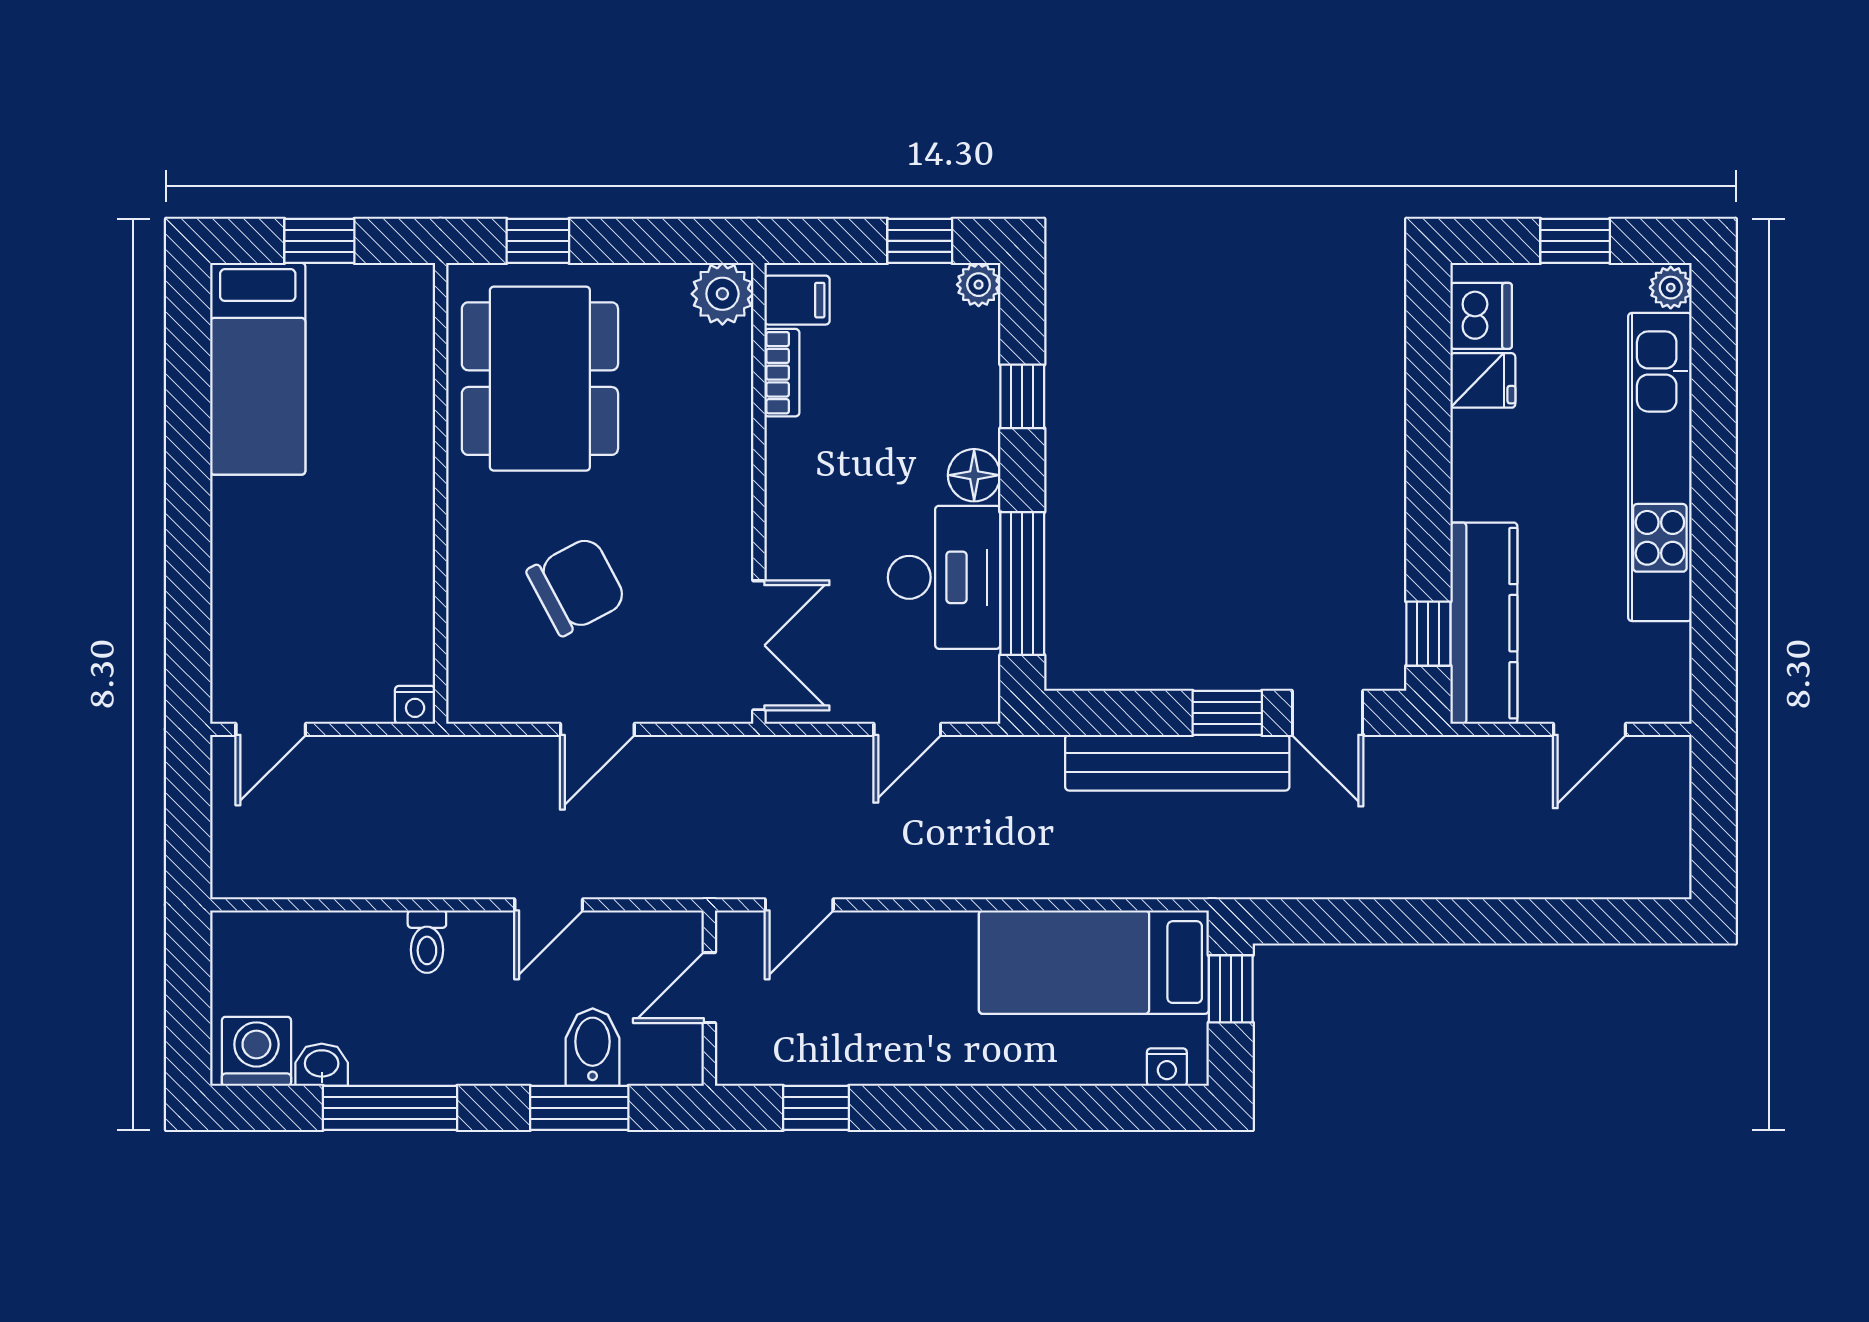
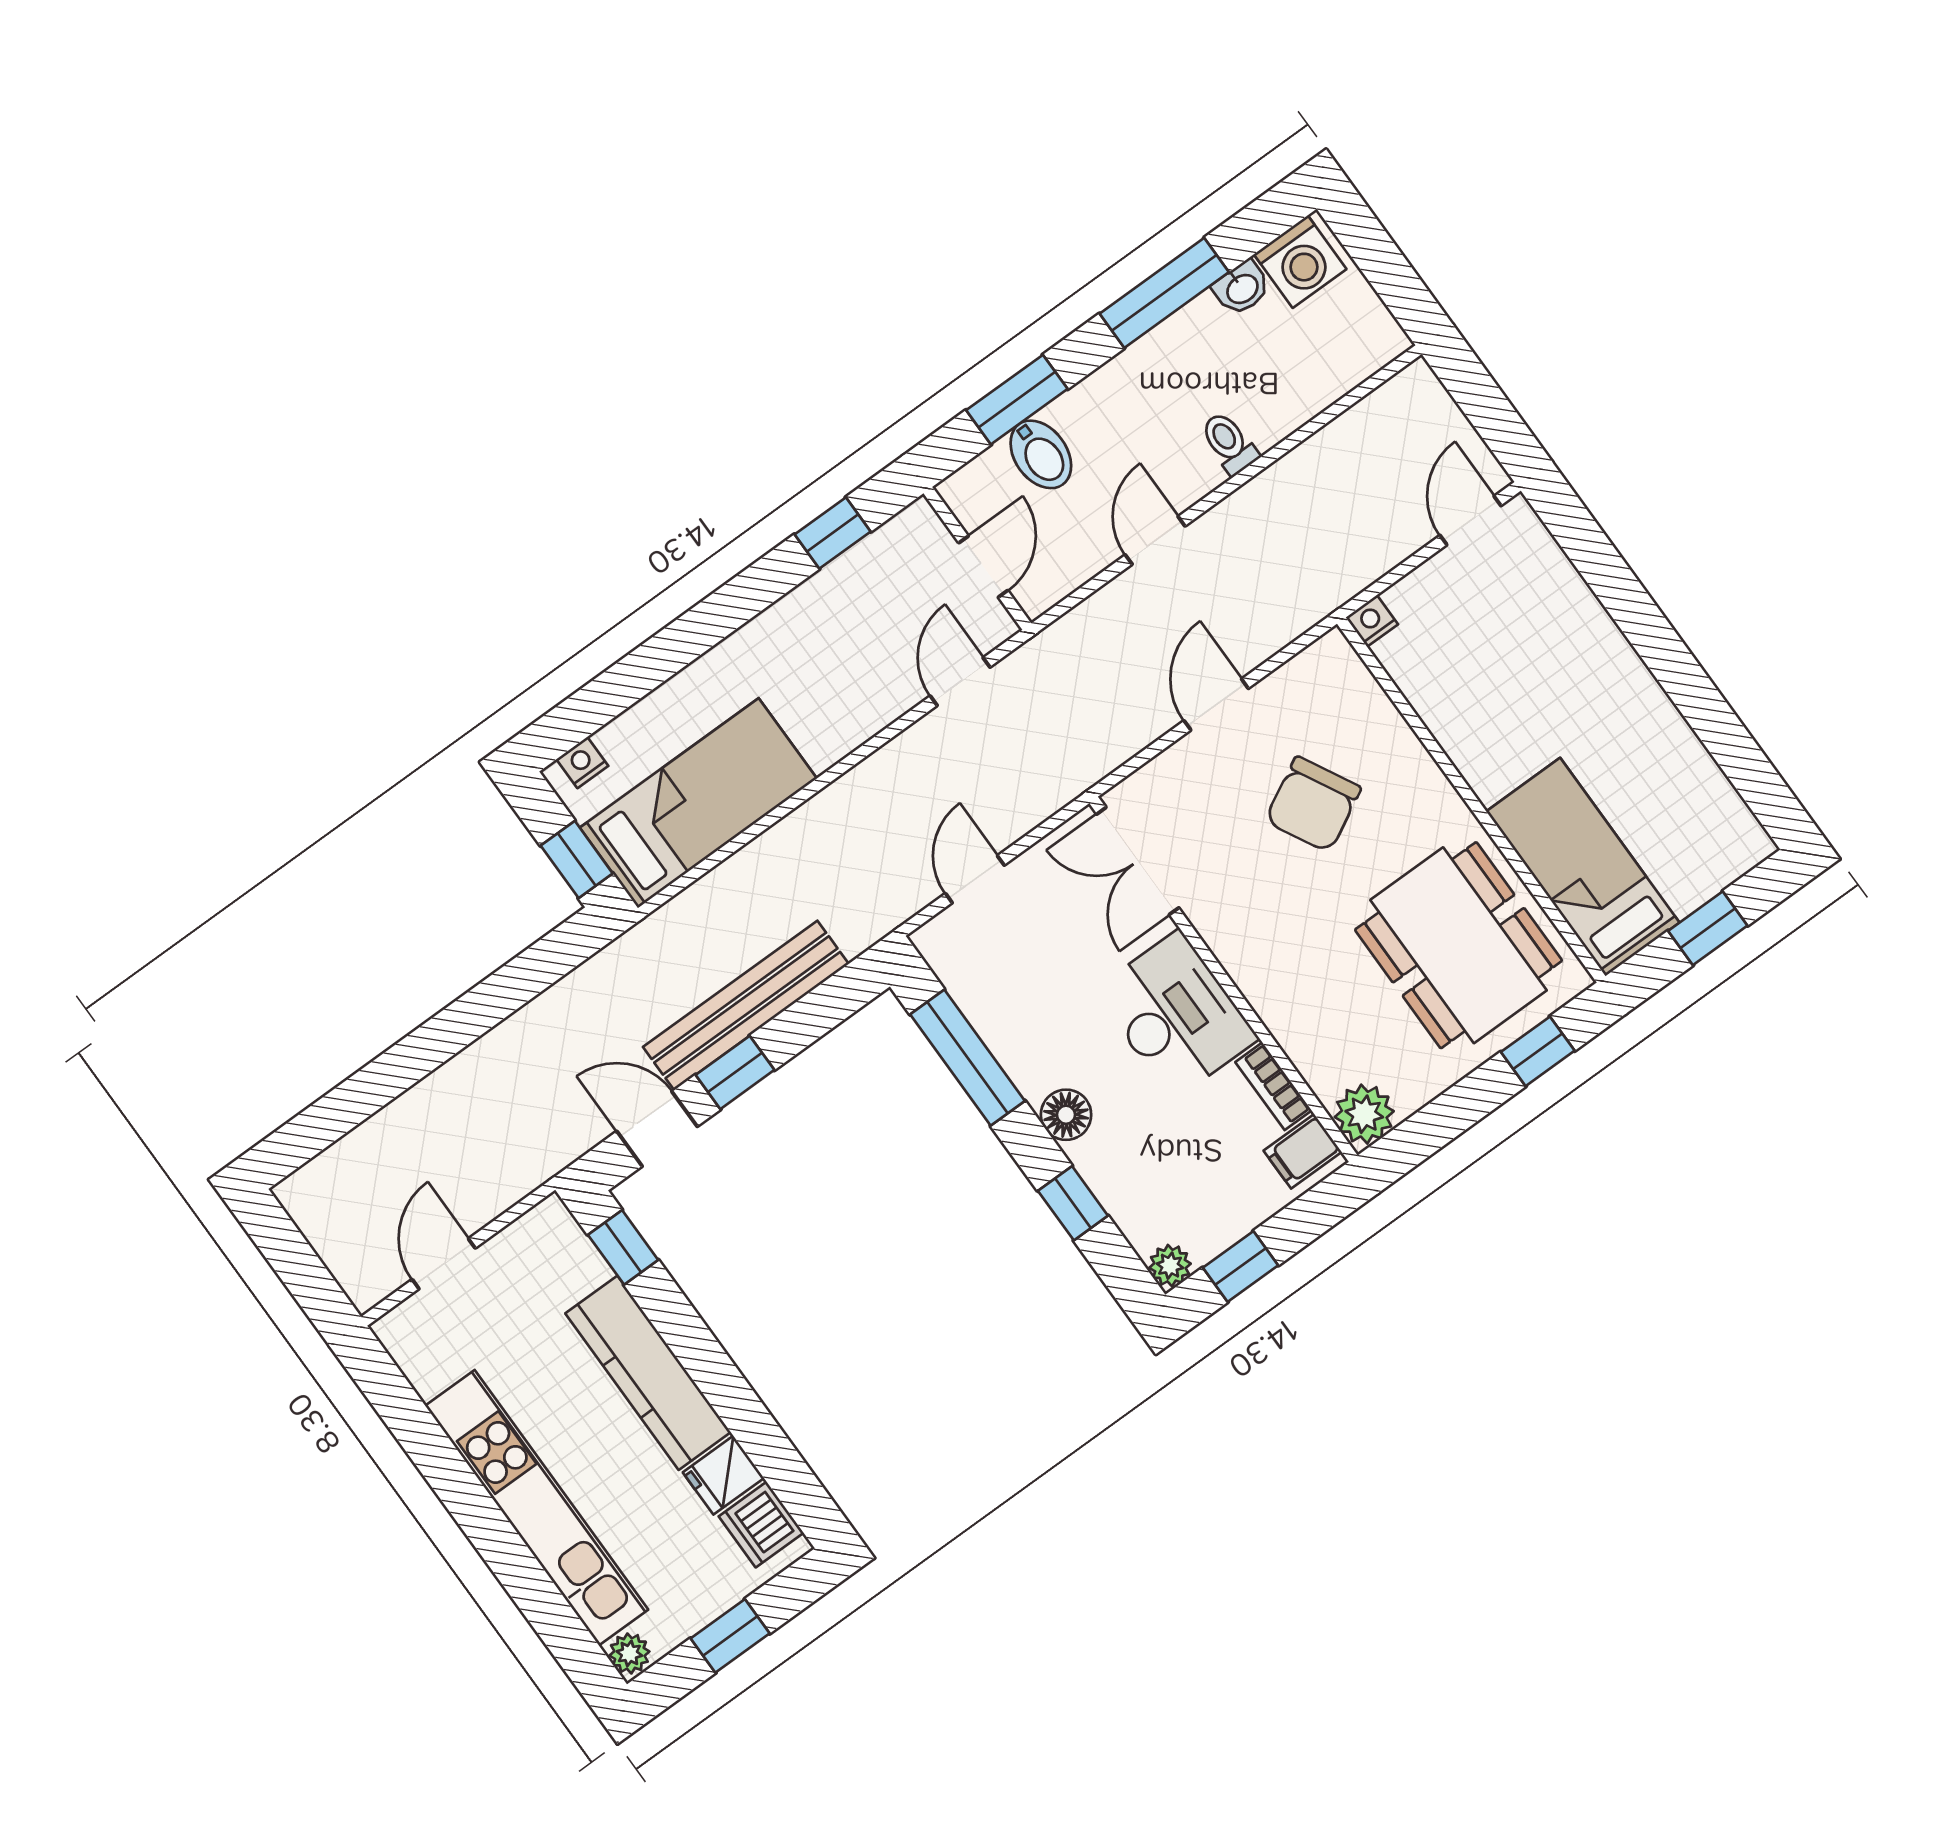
bed: (258, 369) -> (1583, 867), moved
desk: (944, 577) -> (1176, 1015), moved, turned 180
kitchen counter: (1484, 623) -> (648, 1373), moved

